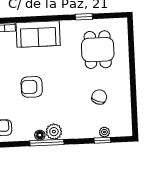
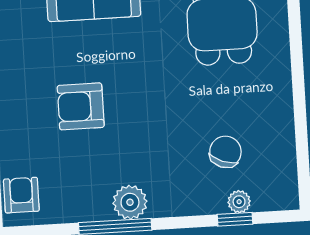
chair: (99, 97) -> (225, 152), moved
floor lamp: (40, 135) -> (100, 210), removed

